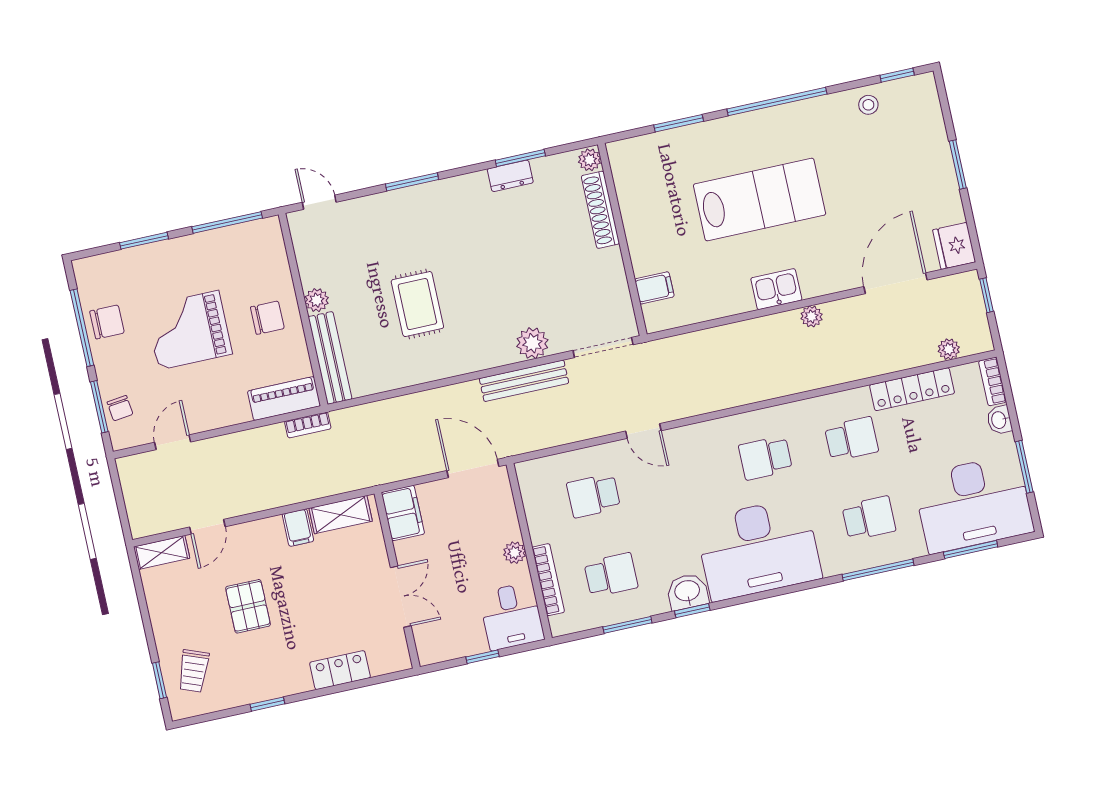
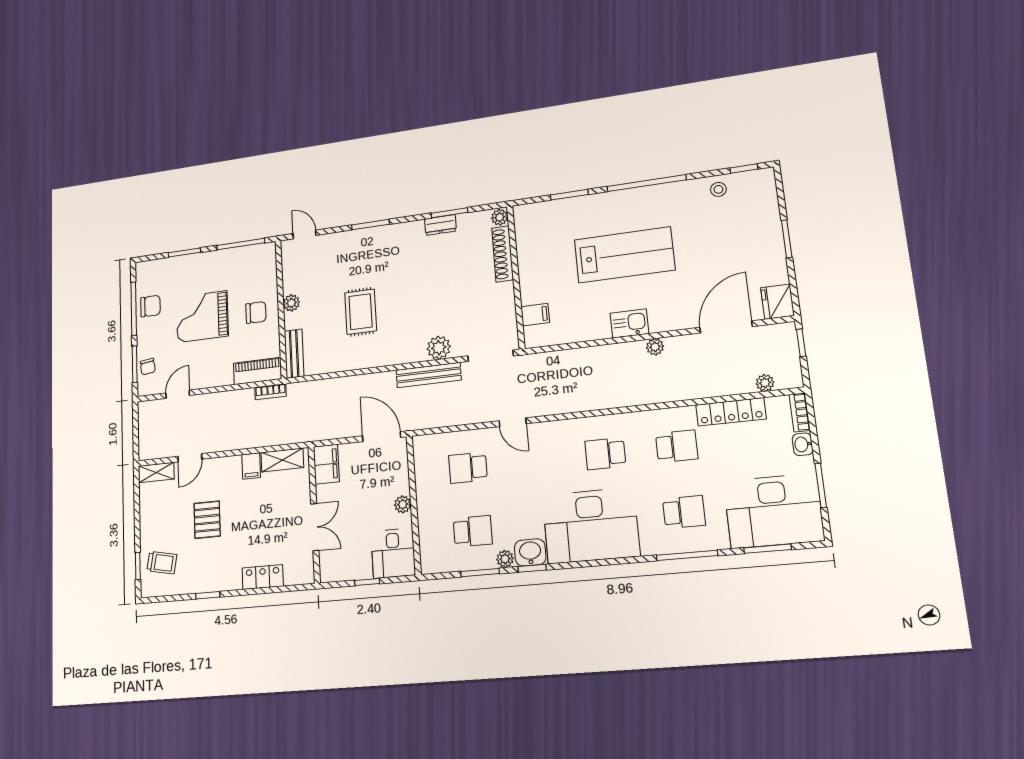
bench: (330, 358) -> (294, 354), width x0.73
bookcase: (548, 580) -> (425, 529), removed
plant: (657, 604) -> (505, 559), added
trolley: (193, 671) -> (162, 563), turned -100

